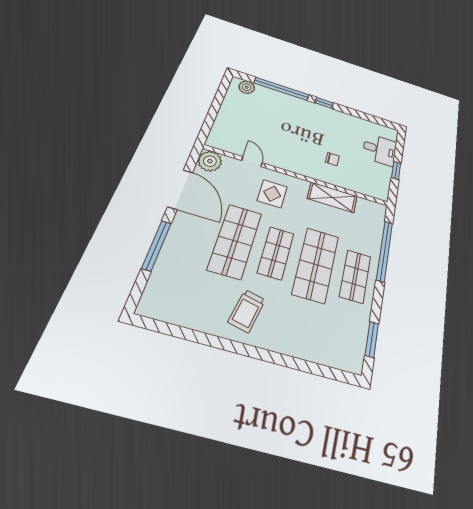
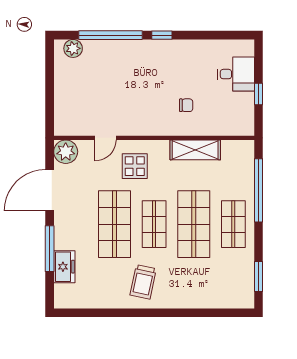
door: (252, 162) -> (105, 138), swing flipped
door: (180, 189) -> (50, 190), swing flipped
freezer: (165, 269) -> (64, 267), added

